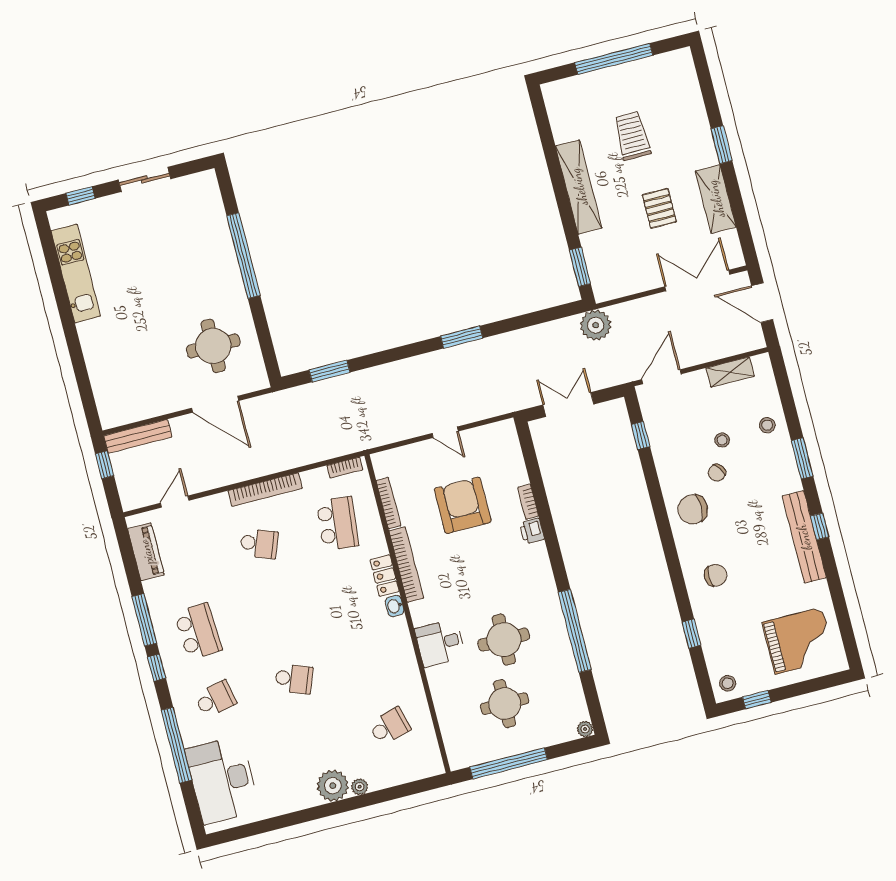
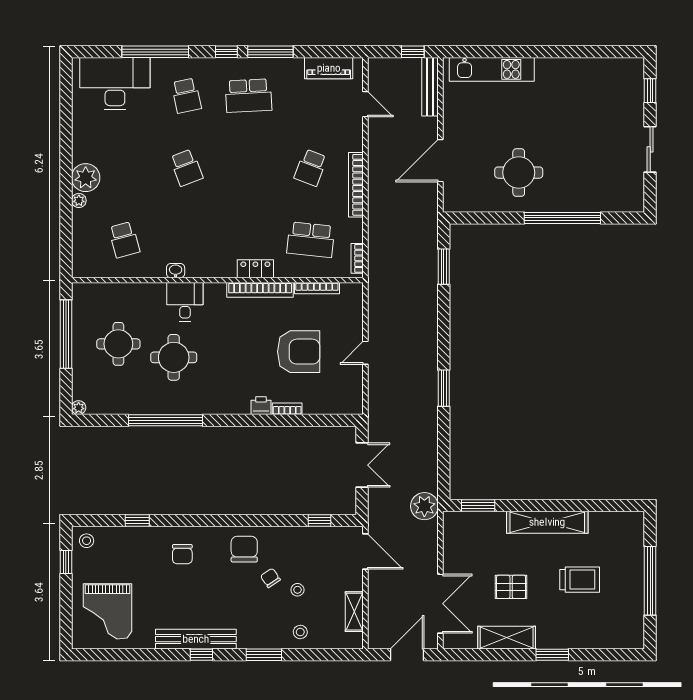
kitchen unit: (76, 273) -> (492, 69), moved
round table: (213, 346) -> (519, 173), moved
washbasin: (395, 606) -> (176, 271), moved
school desk: (294, 679) -> (186, 168), turned -42

